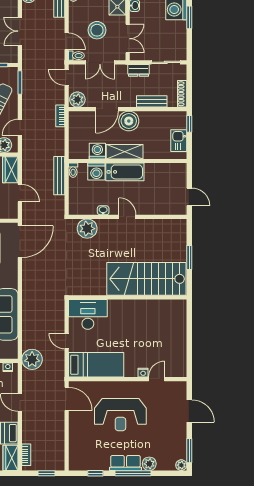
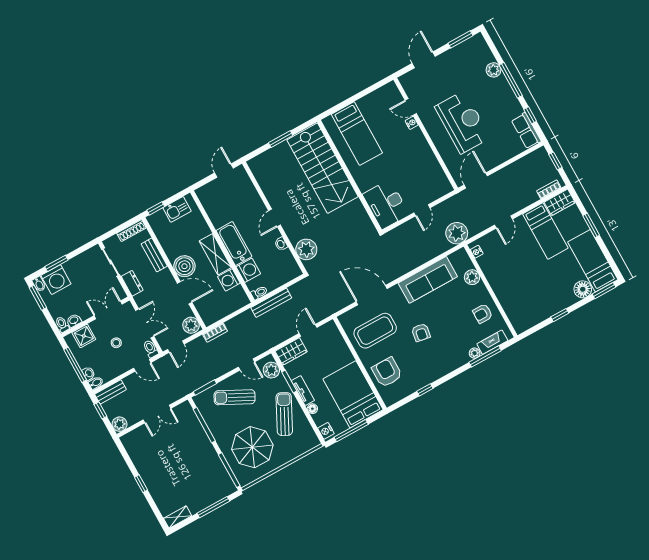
stool: (97, 30) -> (116, 343), width x0.53, depth x0.53
door: (67, 41) -> (142, 365), swing flipped
door: (20, 242) -> (372, 295), moved
bed: (96, 365) -> (357, 134), moved, turned 180
row of seats: (125, 463) -> (526, 131), moved
plant: (181, 465) -> (478, 39), removed

